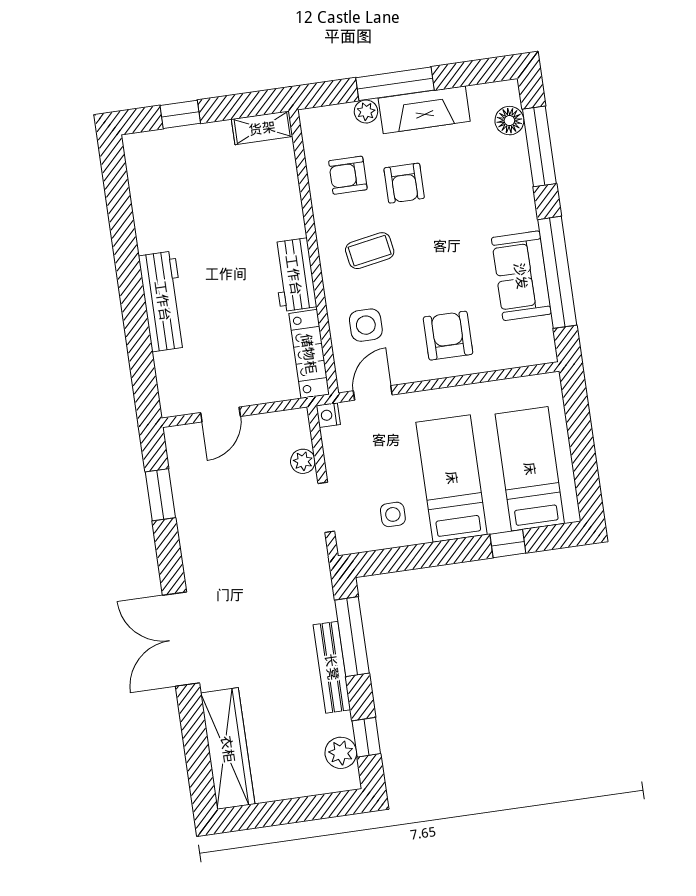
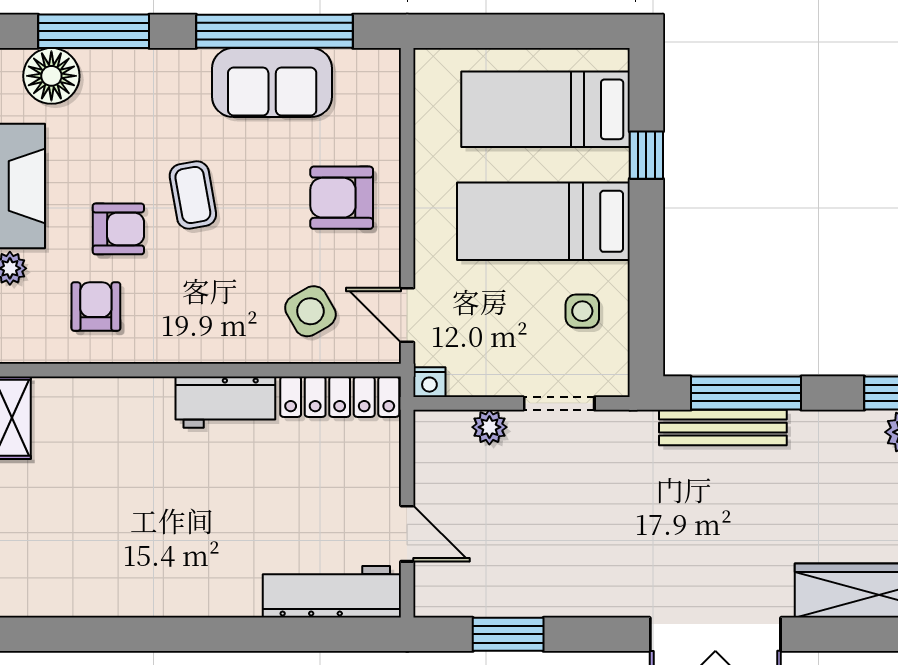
floor lamp: (509, 121) -> (51, 76), width x1.38, depth x1.38
armchair: (348, 175) -> (96, 307), turned 180
coffee table: (370, 251) -> (193, 195), moved
workbench: (163, 301) -> (332, 592), moved
side table: (366, 325) -> (310, 311), turned -30
bench: (332, 667) -> (723, 428), moved

